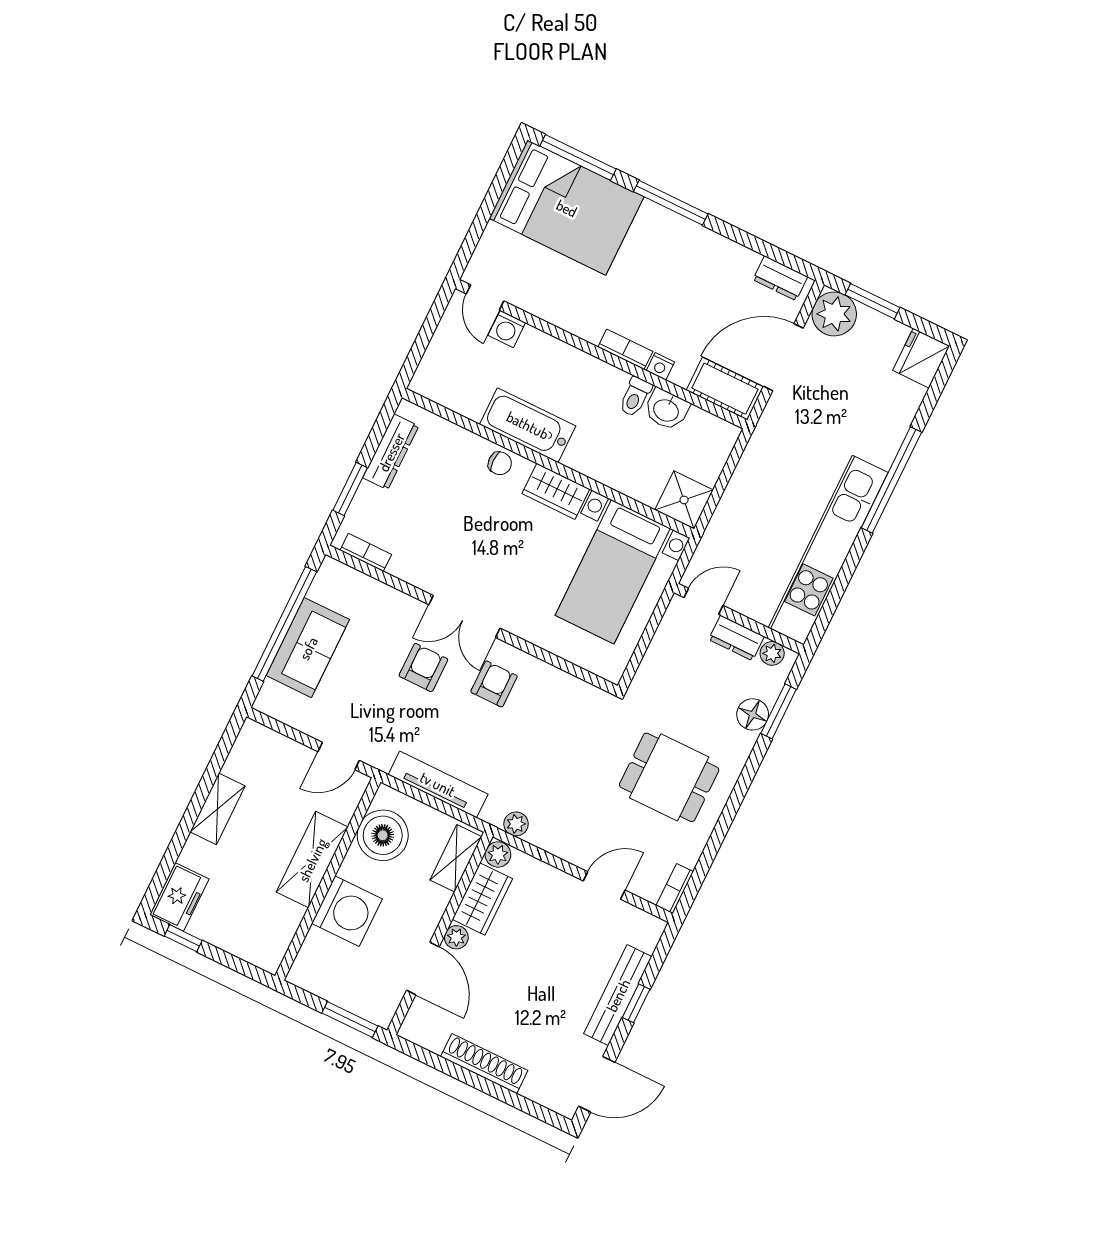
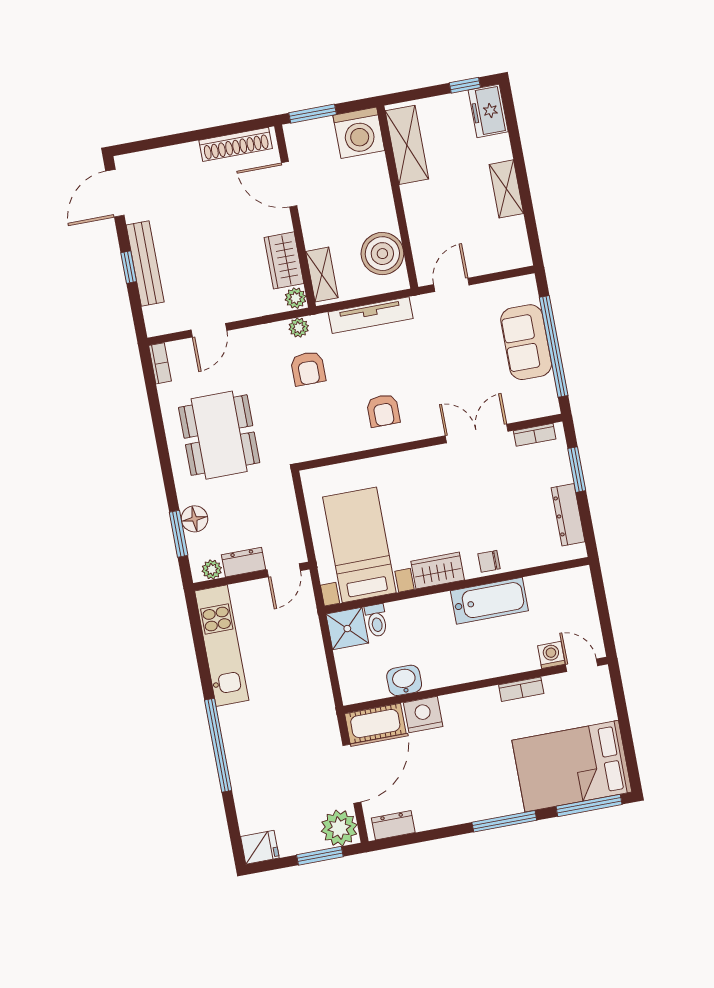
bookcase: (625, 349) -> (521, 689), moved
fridge: (921, 358) -> (260, 847), width x0.72
nightstand: (660, 366) -> (423, 715), width x1.89, depth x1.79
toilet: (635, 397) -> (376, 620), moved, turned 180
kitchen unit: (828, 550) -> (222, 646), width x0.73
double door: (464, 616) -> (477, 434), moved
armchair: (423, 668) -> (308, 368), moved
dining table: (669, 777) -> (219, 435), width x1.38
shelving: (312, 860) -> (407, 145), moved
washing machine: (347, 911) -> (359, 133), moved, turned -90
plant: (456, 937) -> (282, 222), removed
shoe rack: (484, 1064) -> (236, 144), moved

